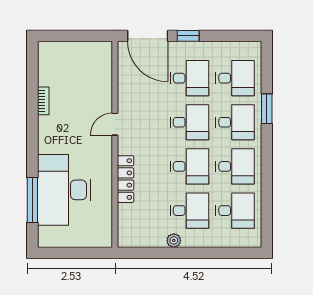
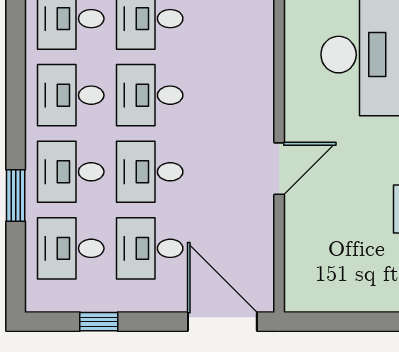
window: (188, 36) -> (99, 322), moved
door: (115, 124) -> (279, 169), width x1.38
locker: (126, 179) -> (261, 73), removed

